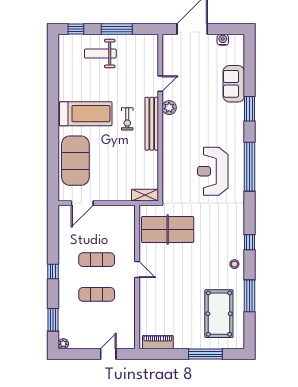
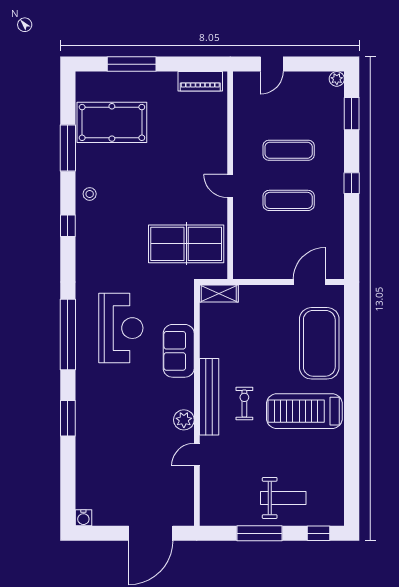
water cooler: (223, 40) -> (83, 518), moved
sofa: (234, 84) -> (179, 351), moved, turned 180
pool table: (219, 314) -> (112, 122), turned 90

